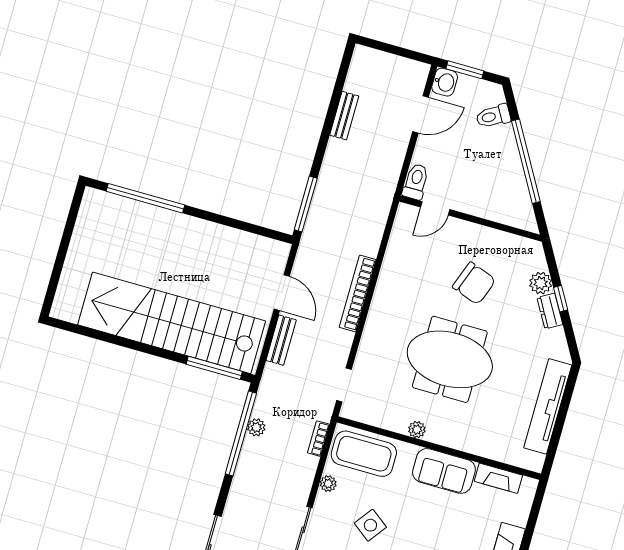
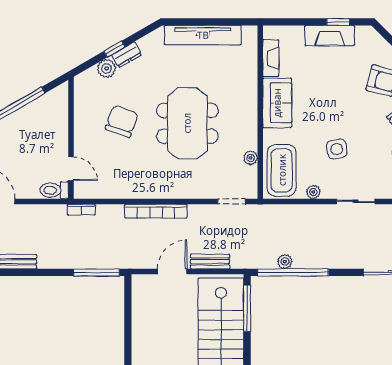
plant: (417, 430) -> (251, 158), moved
bookcase: (319, 439) -> (81, 210), moved
side table: (370, 525) -> (337, 149), turned 45

